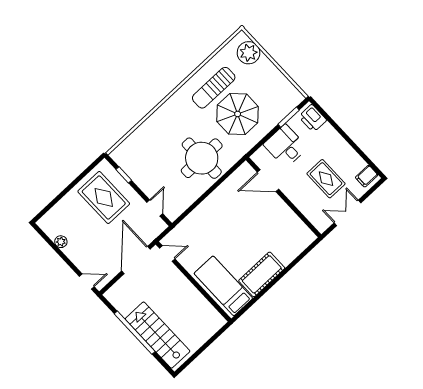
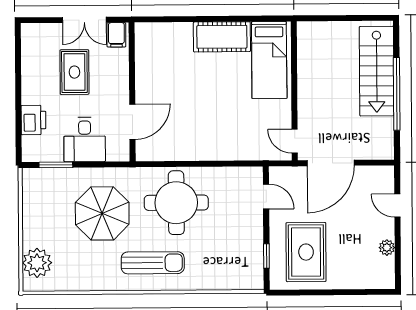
sun lounger: (214, 88) -> (153, 263), moved
printer: (313, 118) -> (33, 120), moved
filing cabinet: (367, 176) -> (116, 35), moved, turned 90
door: (268, 181) -> (132, 122), hinge flipped
door: (155, 208) -> (266, 197), swing flipped
door: (87, 282) -> (397, 205), moved

